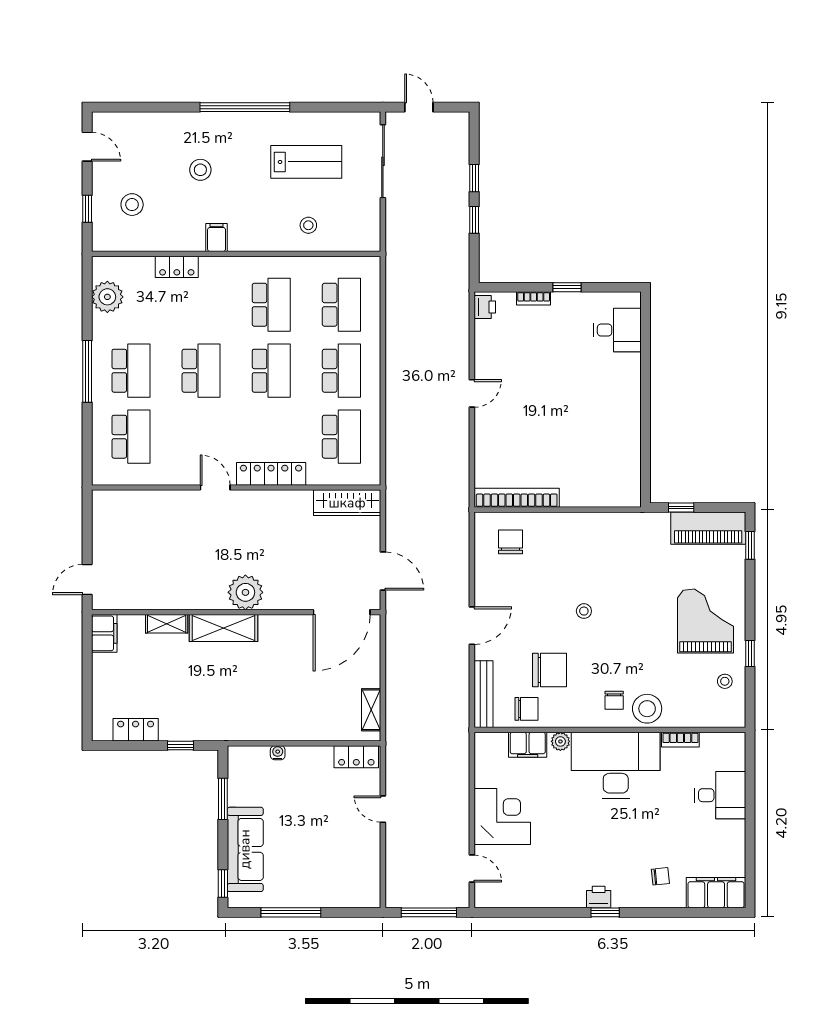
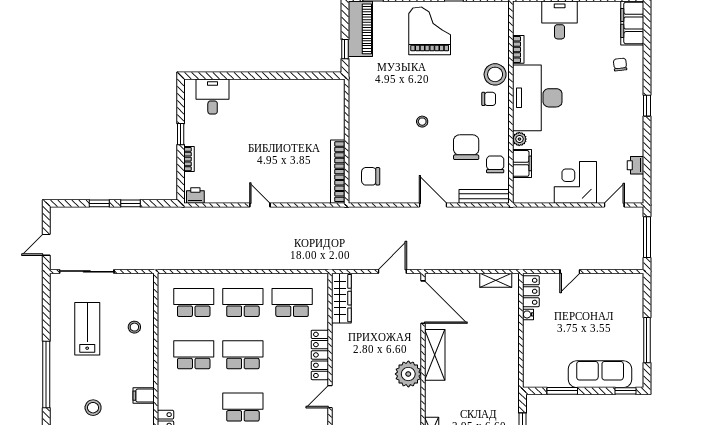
grand piano: (706, 621) -> (430, 31), turned 90
shelving: (223, 628) -> (435, 355), moved
stool: (725, 681) -> (475, 16), removed
water cooler: (278, 753) -> (528, 314), moved
printer: (599, 897) -> (636, 165), moved

